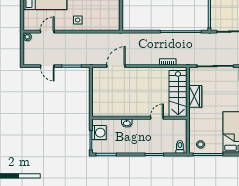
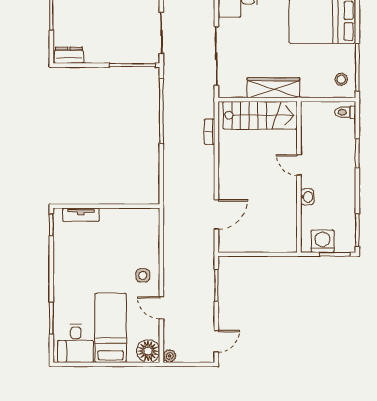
floor lamp: (30, 23) -> (148, 351), added
door: (47, 32) -> (161, 308), moved
door: (47, 66) -> (216, 341), moved
door: (116, 66) -> (216, 214), swing flipped
wardrobe: (195, 96) -> (273, 88), width x1.50
door: (157, 118) -> (299, 165), moved

